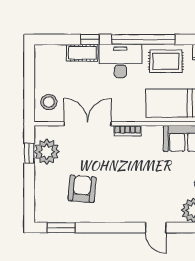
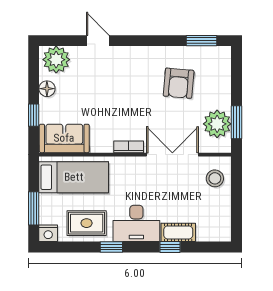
window: (143, 39) -> (111, 247), width x0.32
double door: (88, 124) -> (172, 155), swing flipped
window: (29, 153) -> (237, 122), width x1.50

